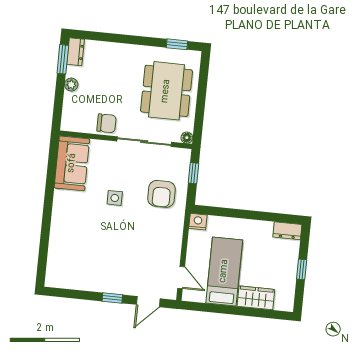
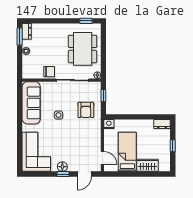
sofa: (72, 163) -> (31, 103), width x1.36
corner sofa: (71, 256) -> (36, 152), added
floor lamp: (112, 285) -> (62, 167), added

